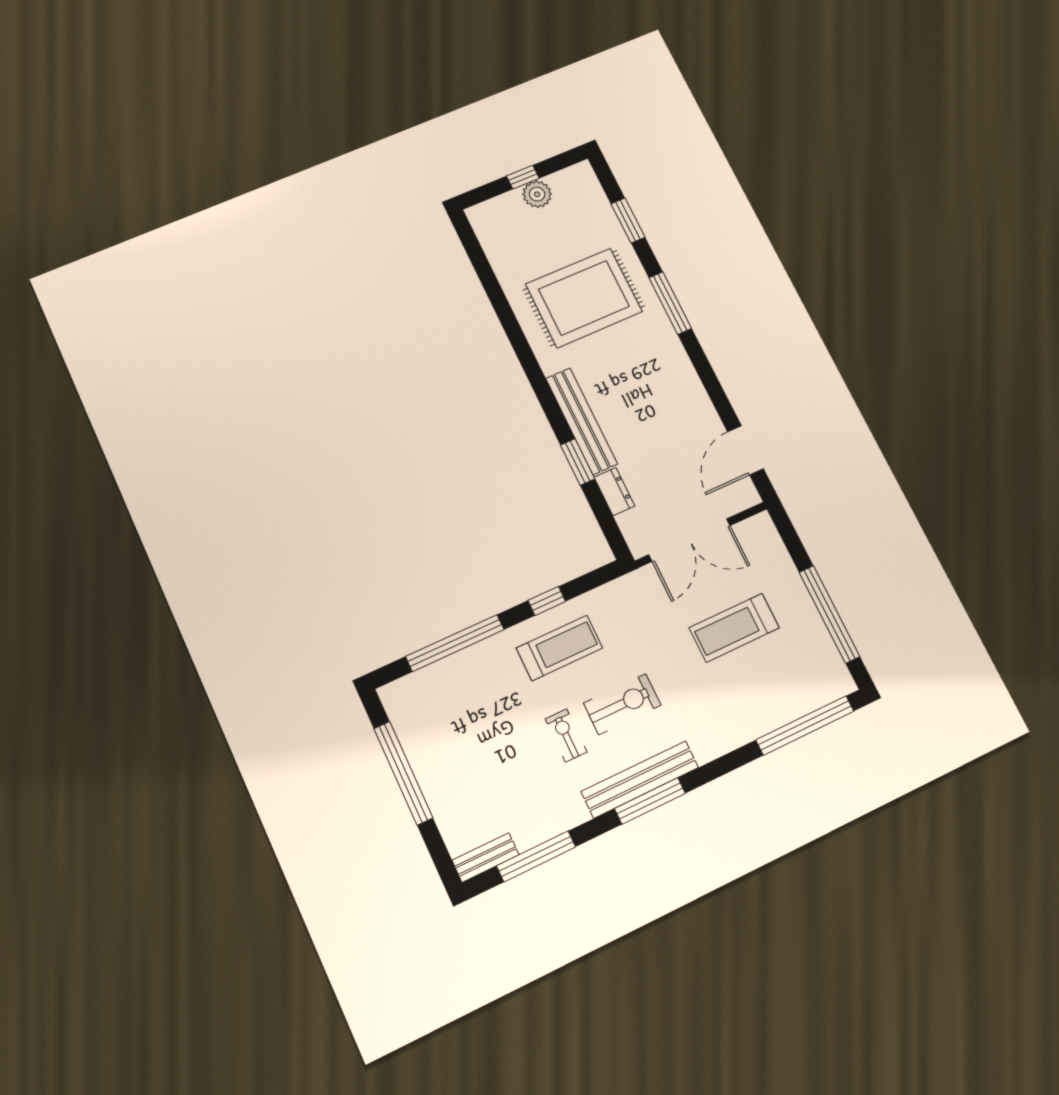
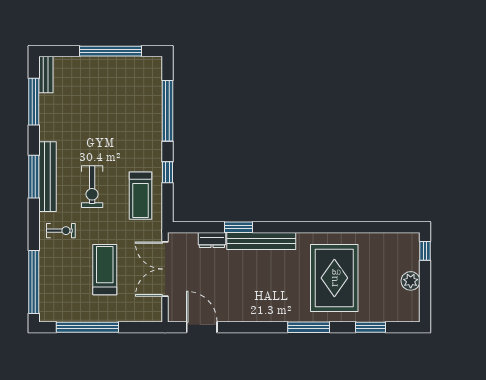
window: (523, 177) -> (425, 251), moved
treadmill: (560, 648) -> (141, 196), moved
exercise bike: (566, 735) -> (61, 231), moved

